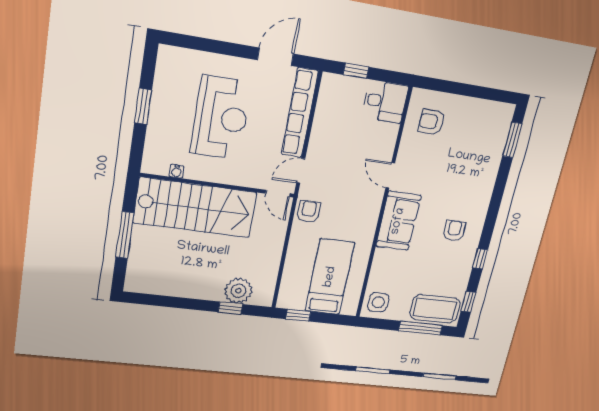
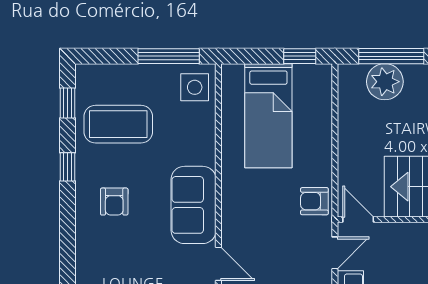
armchair: (309, 212) -> (314, 201), turned 90
window: (230, 308) -> (391, 56), width x2.17
coffee table: (435, 309) -> (118, 124), moved
window: (420, 328) -> (169, 56), moved

